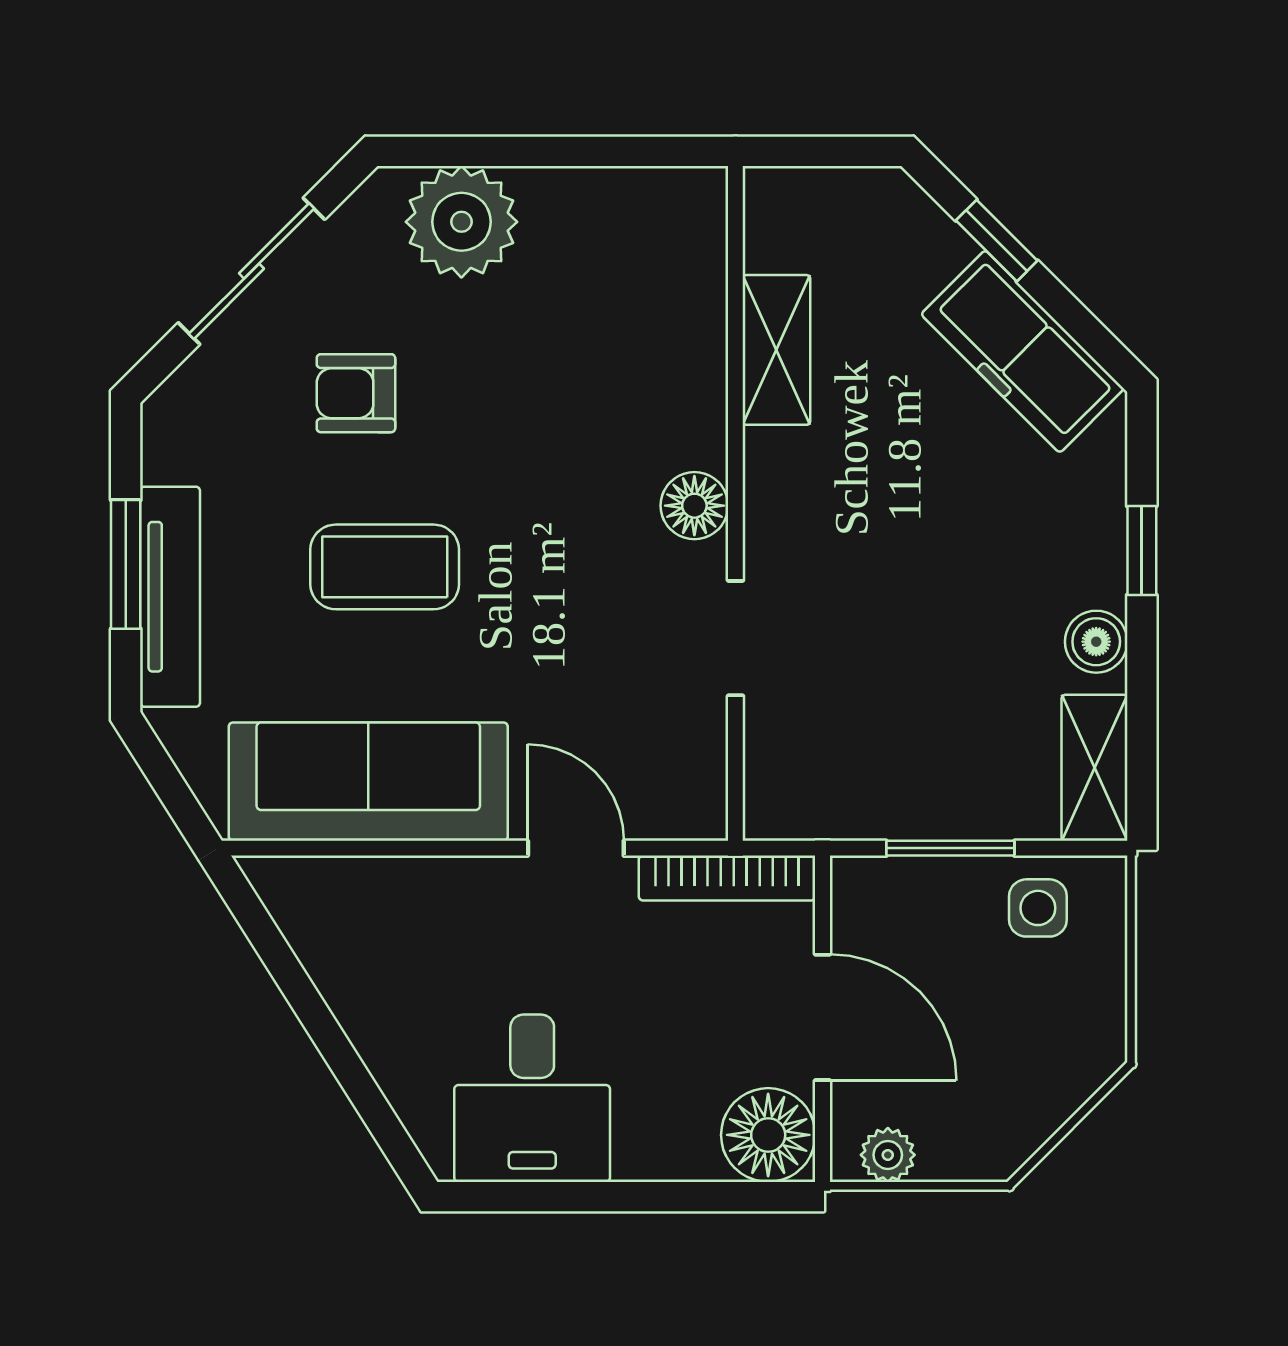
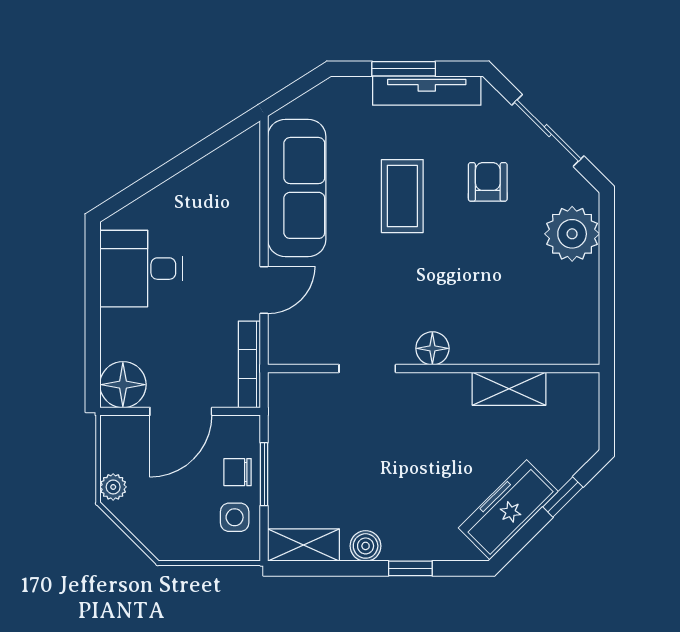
tv unit: (170, 597) -> (427, 91), moved
chair: (946, 902) -> (238, 472), added
plant: (888, 1155) -> (113, 487), moved

